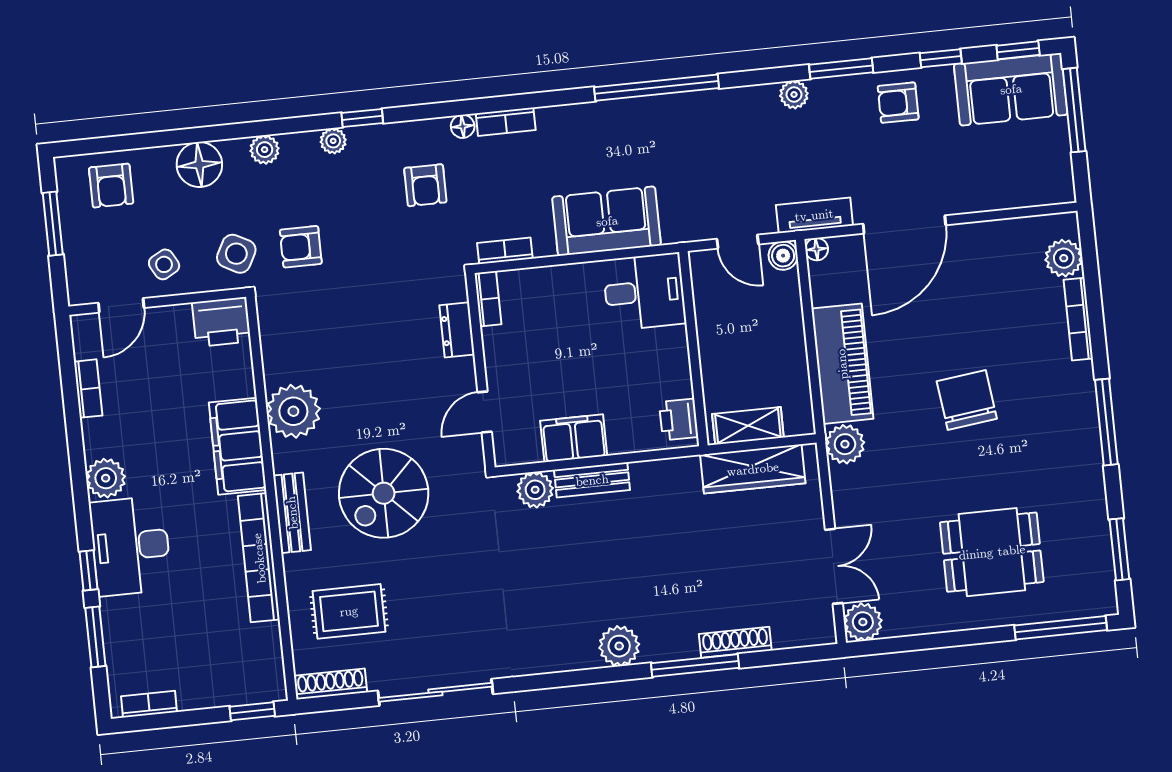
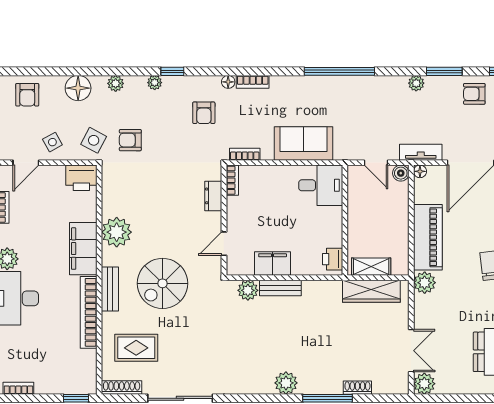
shoe rack: (735, 642) -> (357, 388), width x0.70

